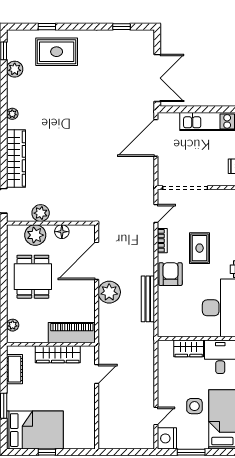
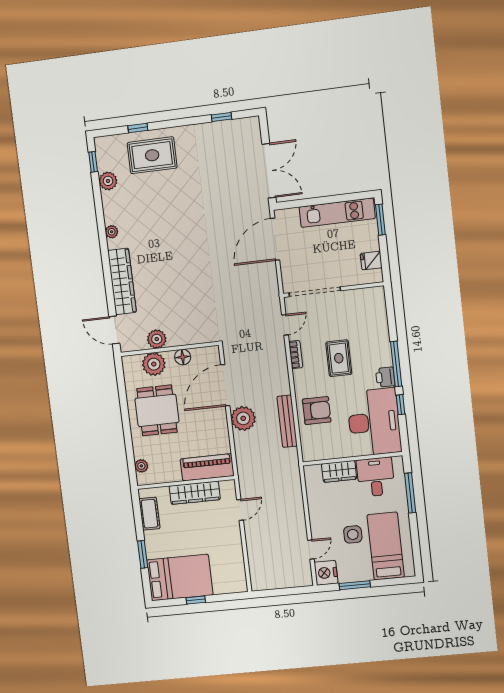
armchair: (171, 274) -> (317, 411), moved, turned 90

